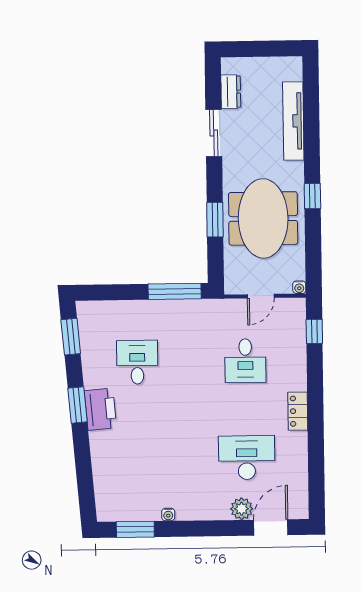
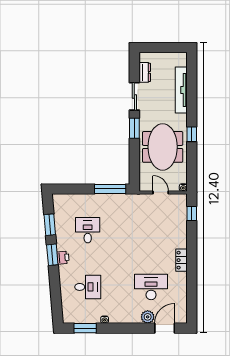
window: (215, 220) -> (134, 128), moved
door: (261, 296) -> (161, 192), swing flipped
window: (71, 337) -> (50, 225), moved
desk: (245, 361) -> (88, 287), moved, turned -90
printer: (100, 409) -> (63, 258), width x0.53, depth x0.68

